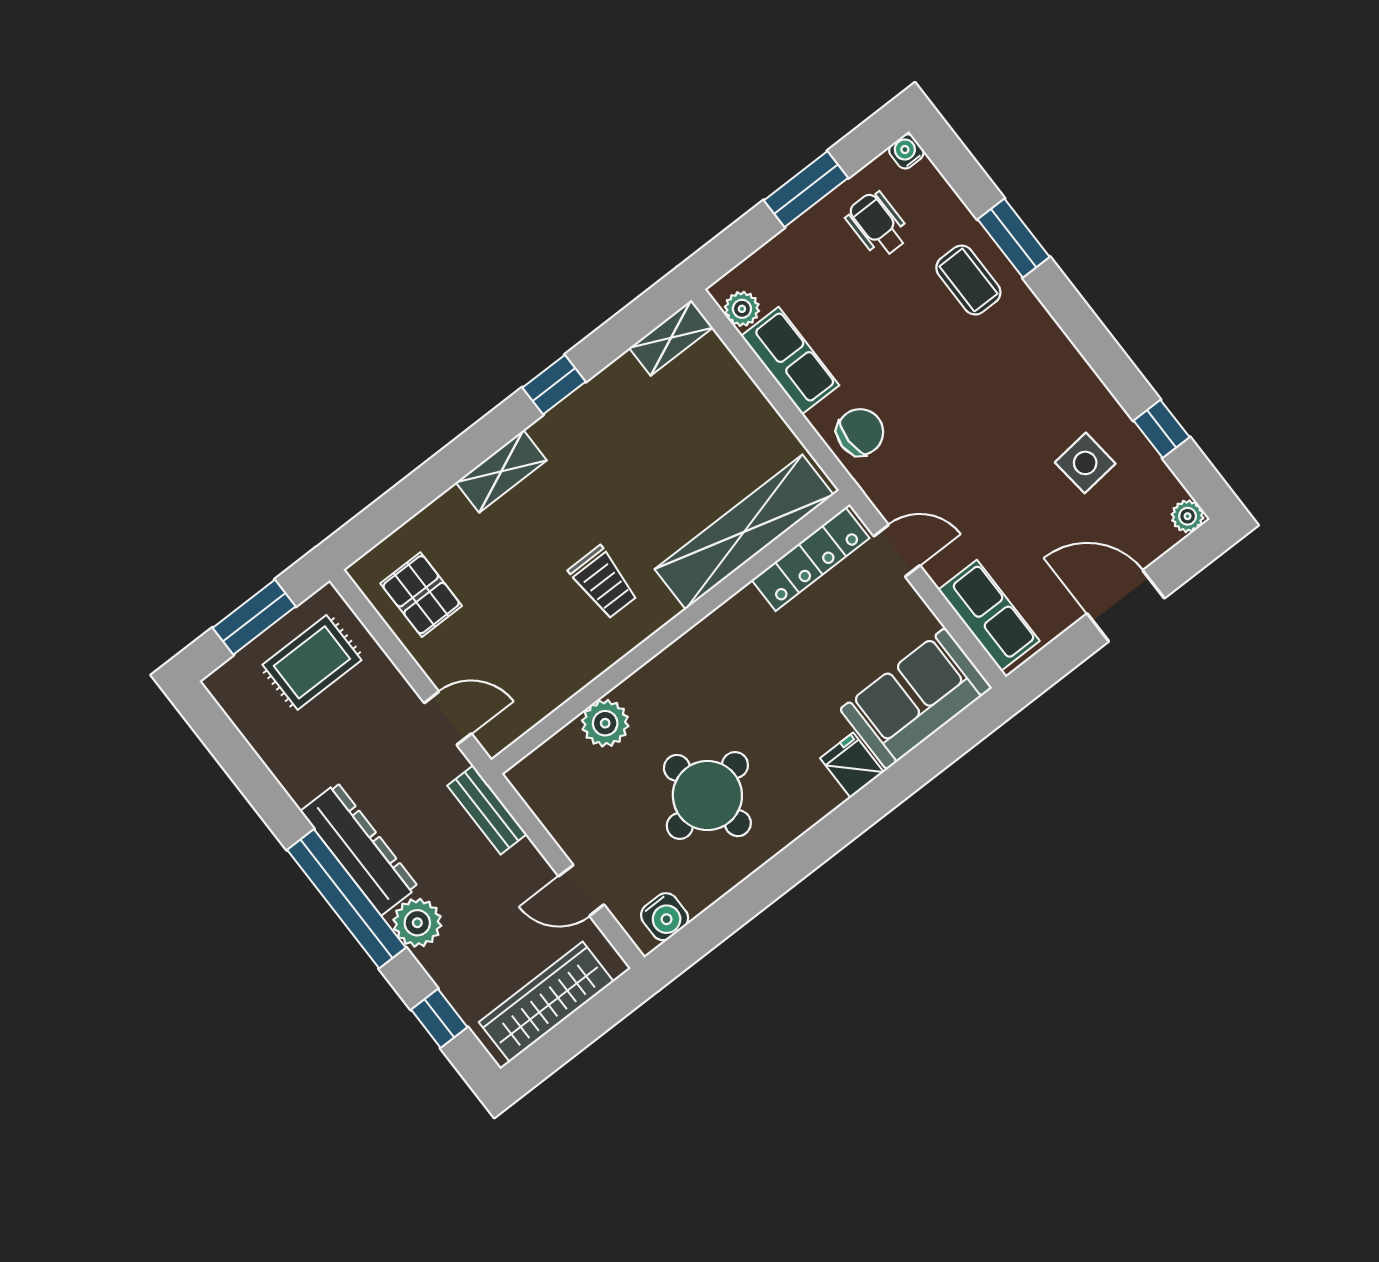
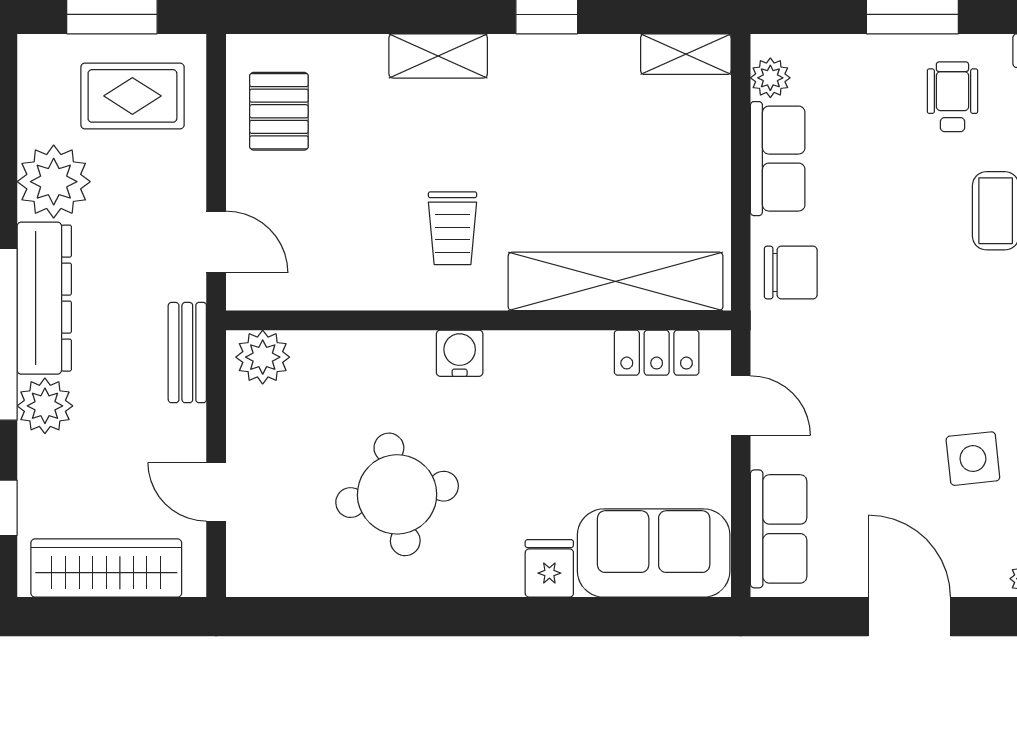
locker: (811, 559) -> (657, 353), width x0.66
plant: (605, 723) -> (263, 357), moved
plant: (303, 764) -> (54, 182), added
water cooler: (665, 917) -> (460, 353), moved, turned 180

